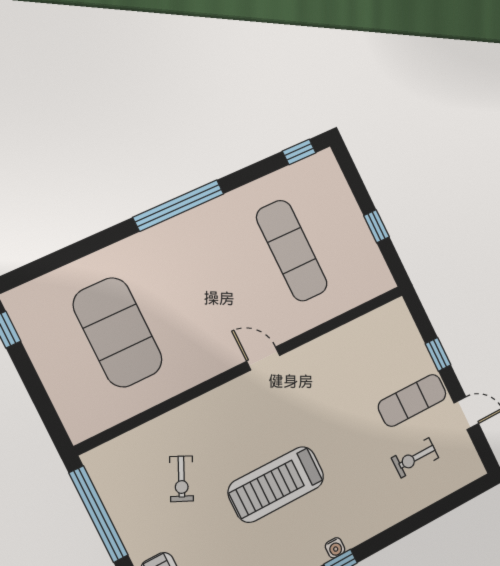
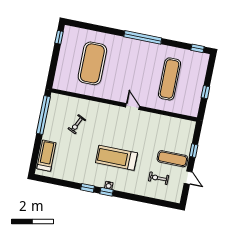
treadmill: (276, 484) -> (116, 158), moved

